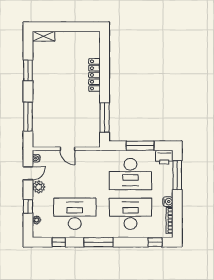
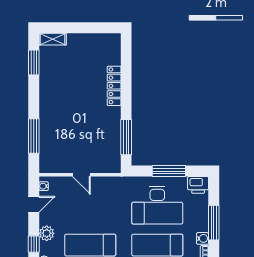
window: (28, 70) -> (34, 63), moved
window: (177, 175) -> (214, 223), moved
plant: (39, 187) -> (47, 233), moved

